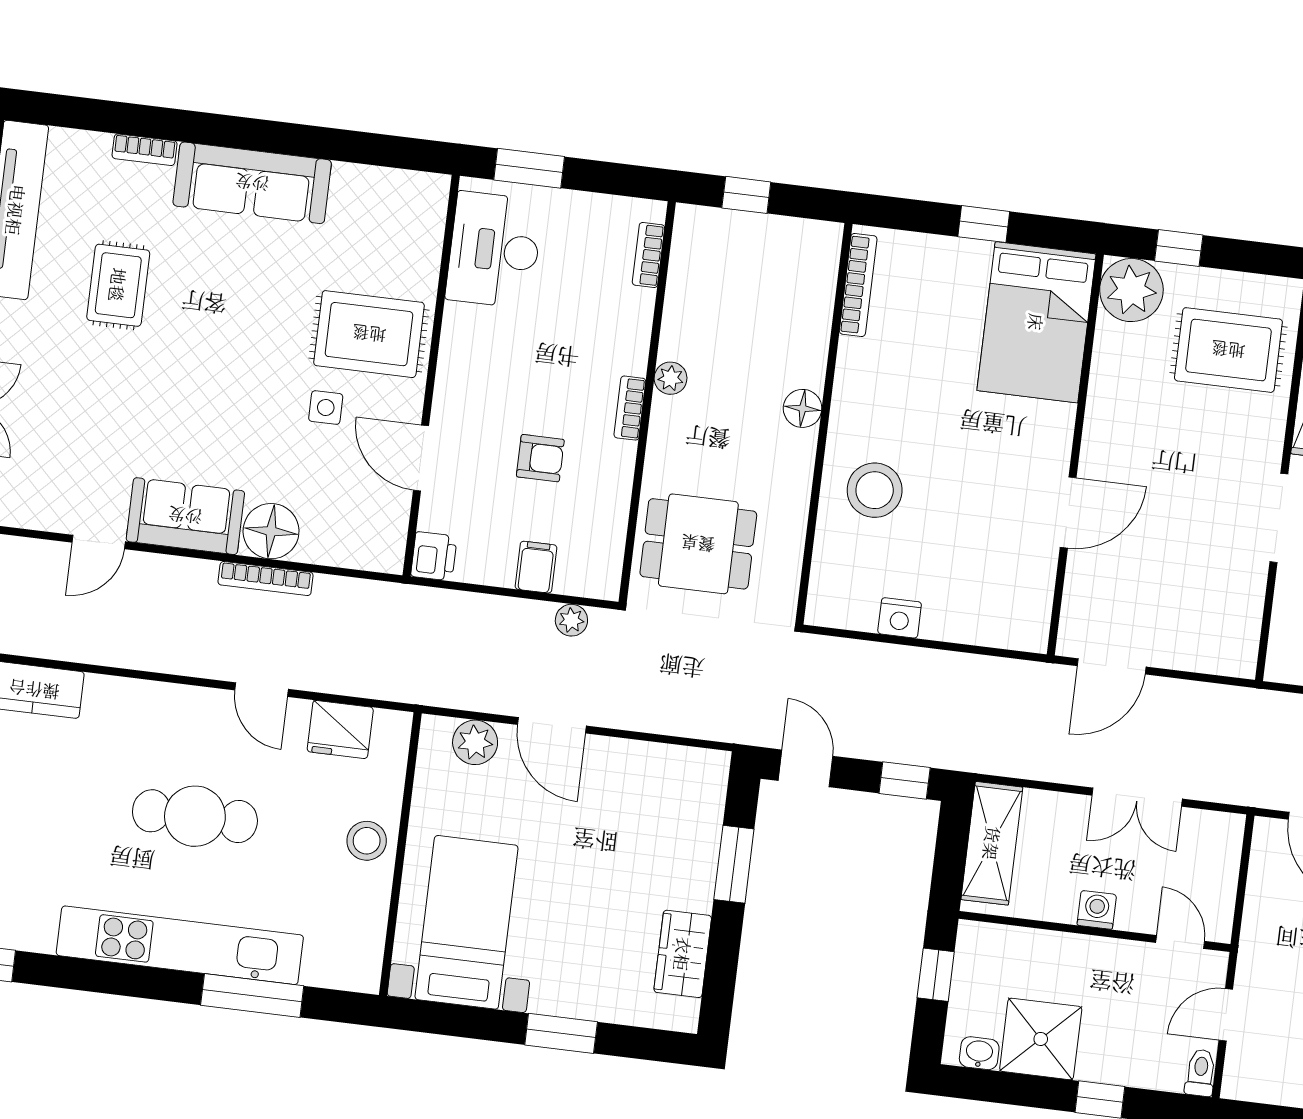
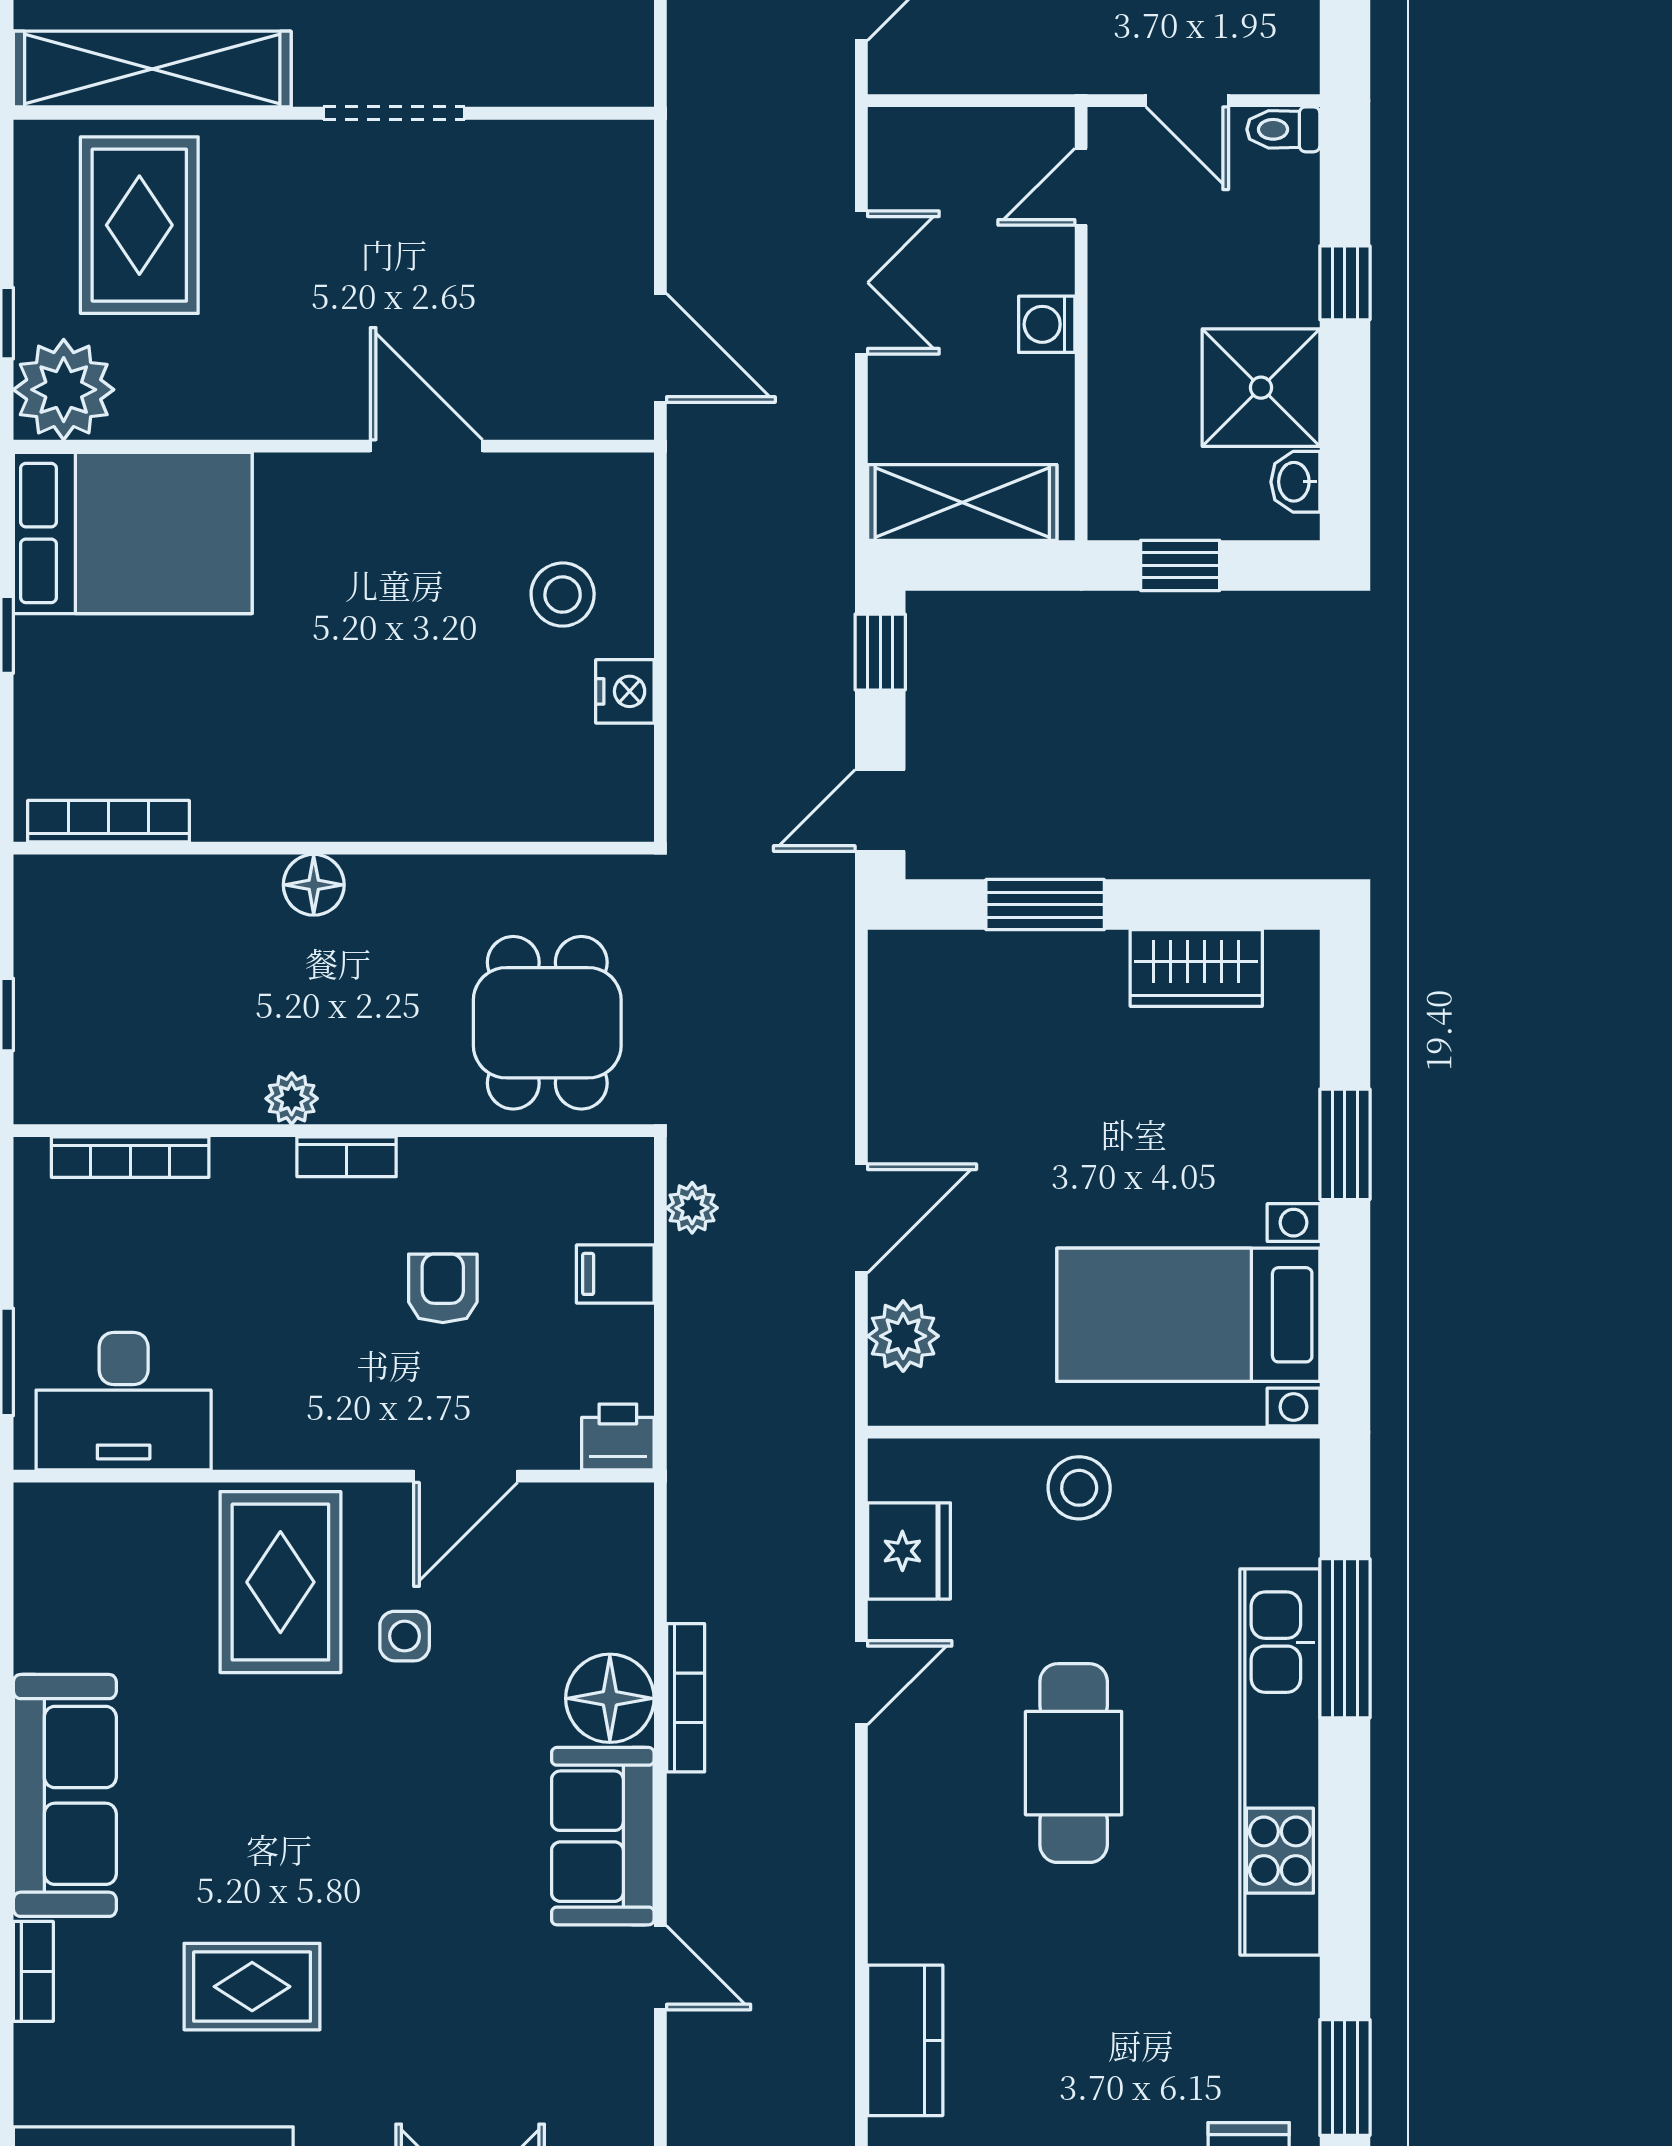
bookcase: (648, 255) -> (130, 1157), width x1.56
stool: (875, 490) -> (563, 595), moved, width x0.73, depth x0.73

